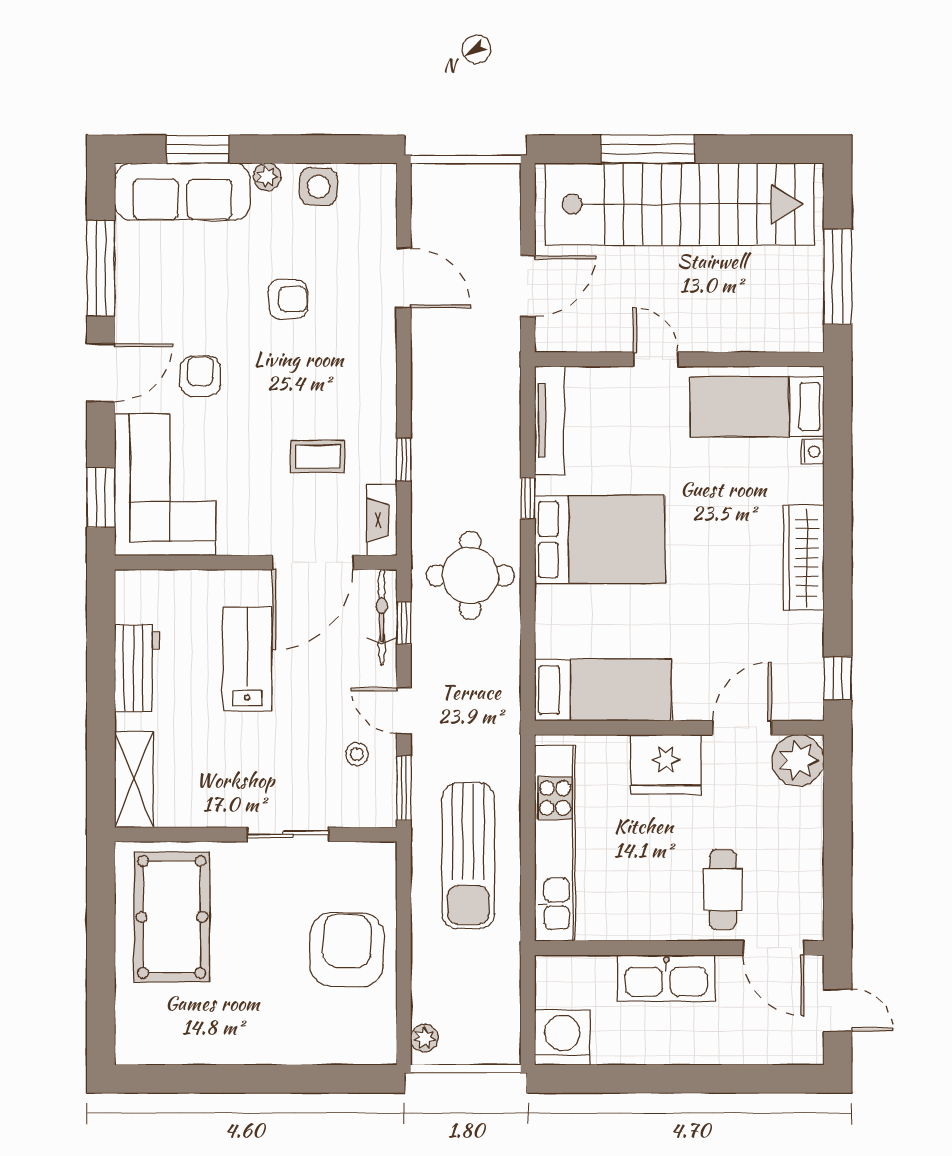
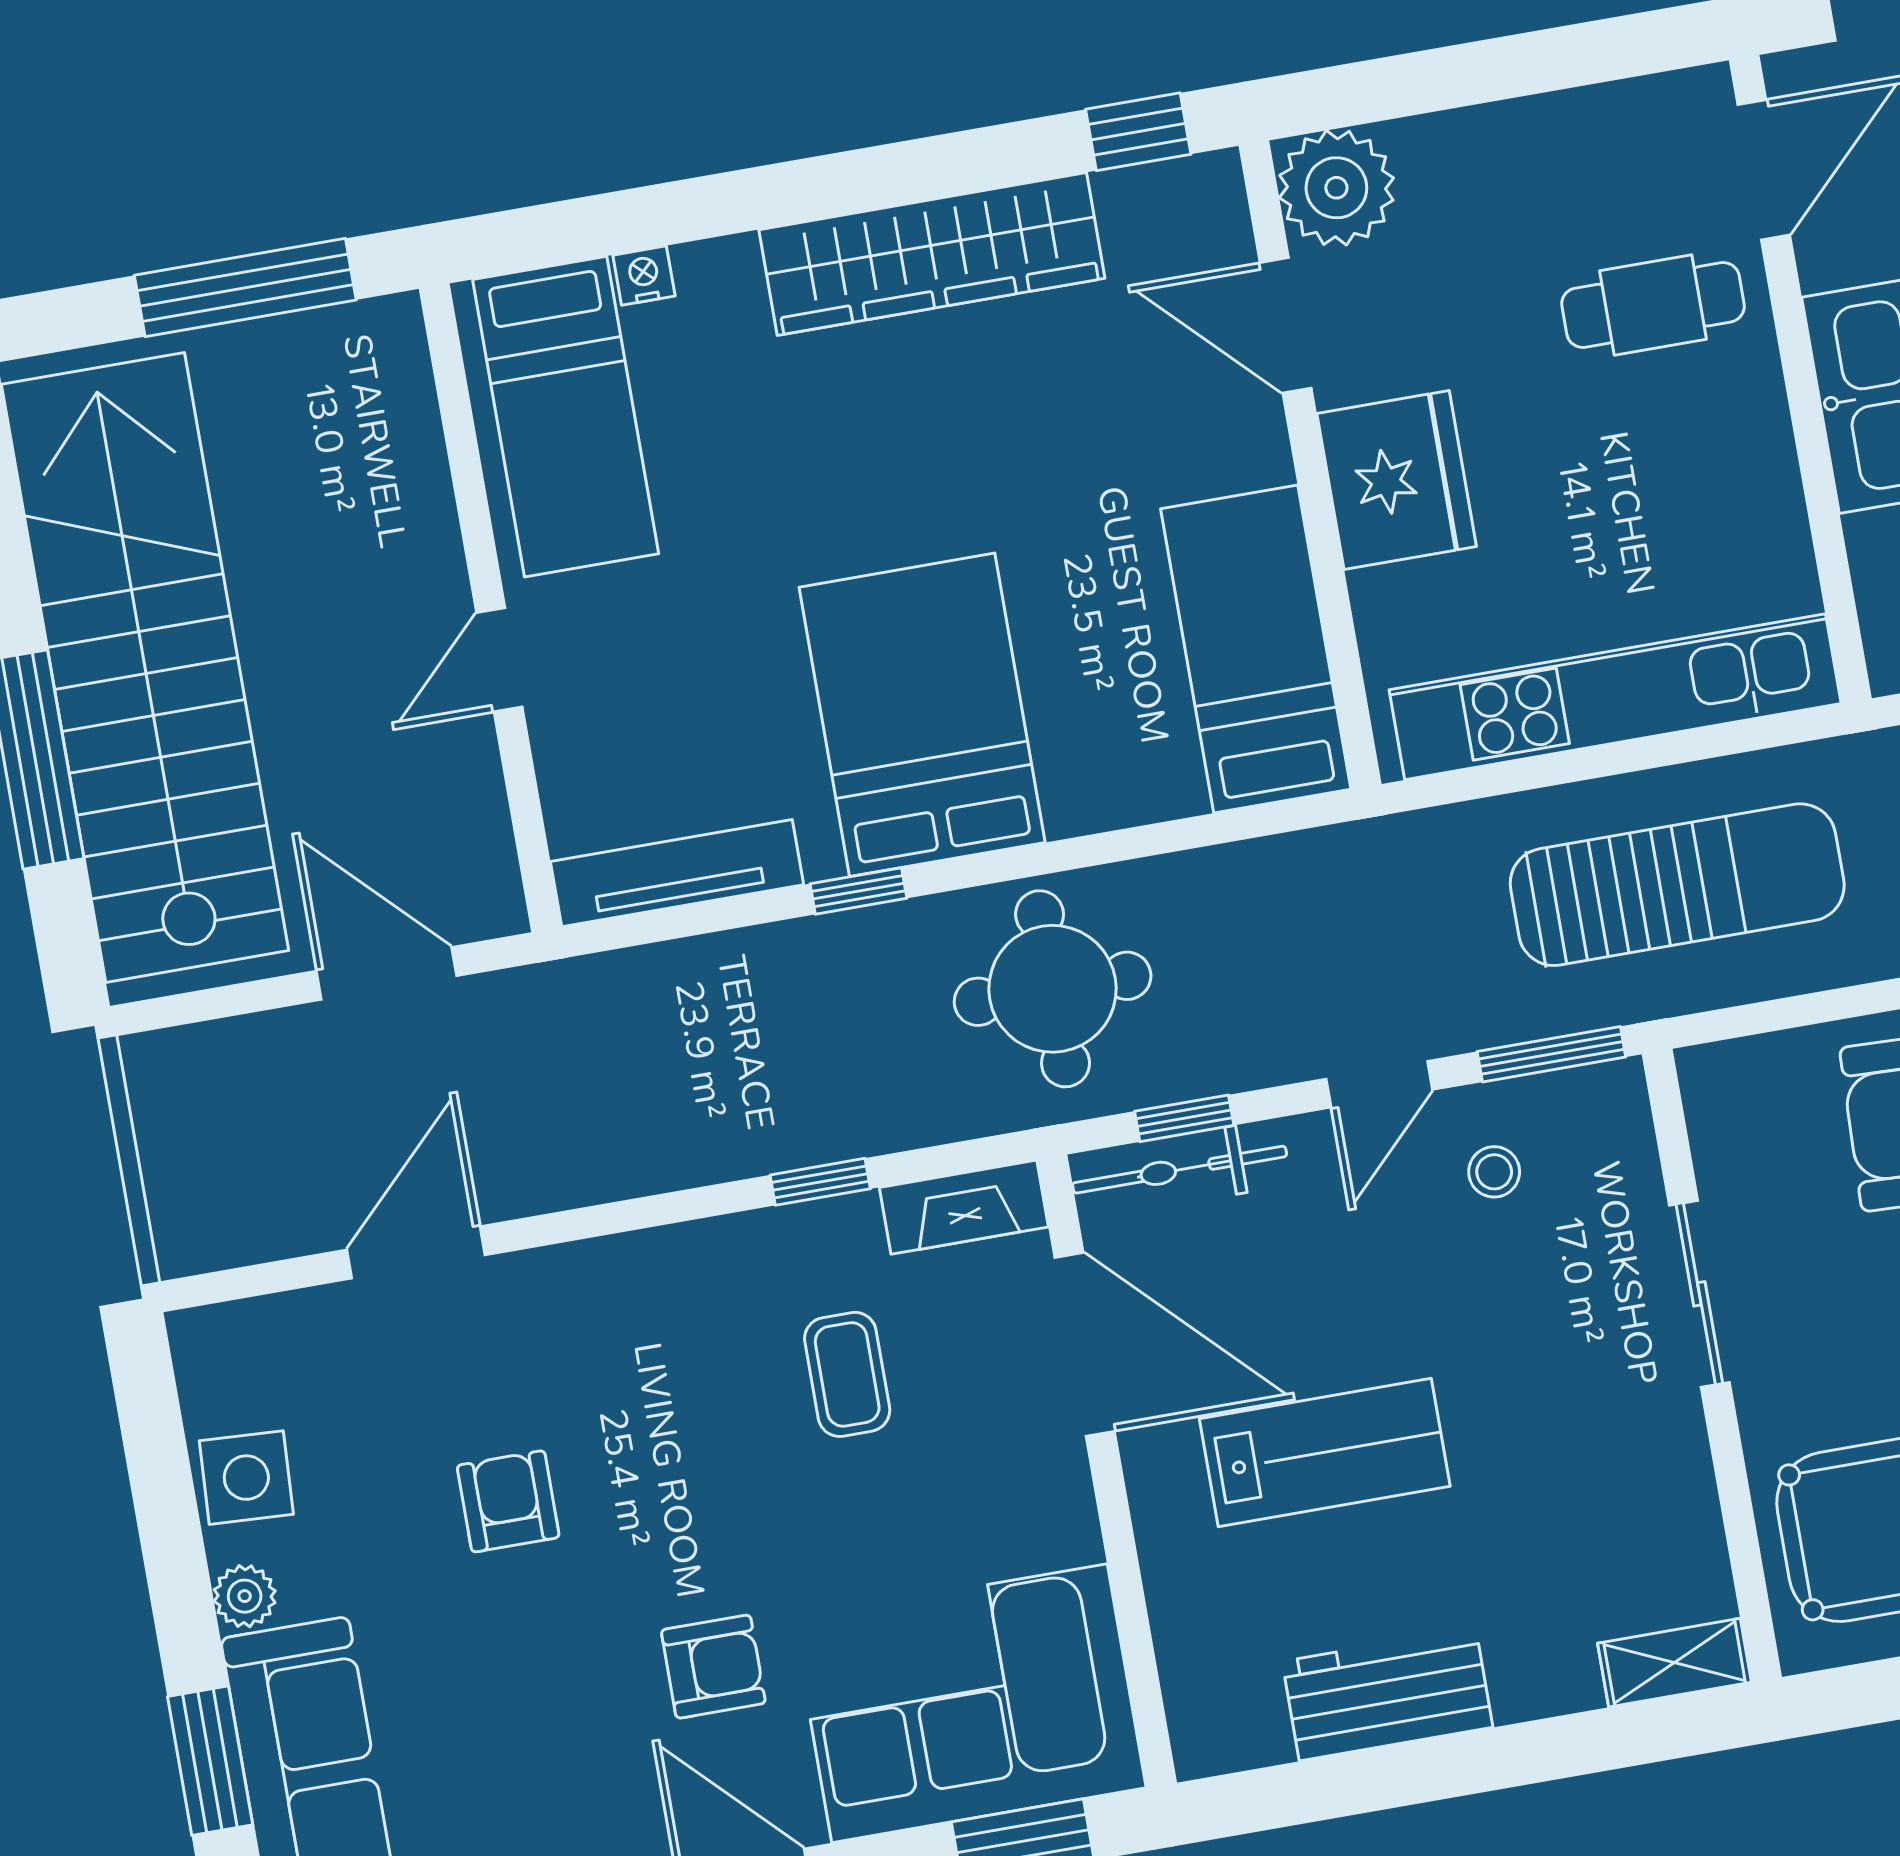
armchair: (200, 376) -> (713, 1667), turned 180
wardrobe: (804, 558) -> (932, 254), width x1.40, depth x1.17
lab bench: (247, 659) -> (1325, 1452), turned 180
shelving: (134, 779) -> (1675, 1663), width x0.67, depth x0.75

